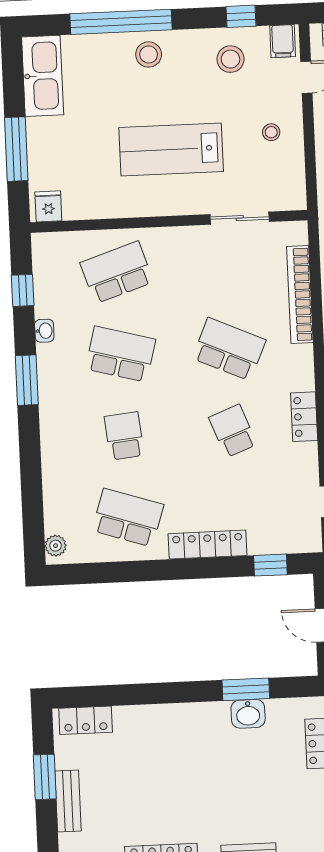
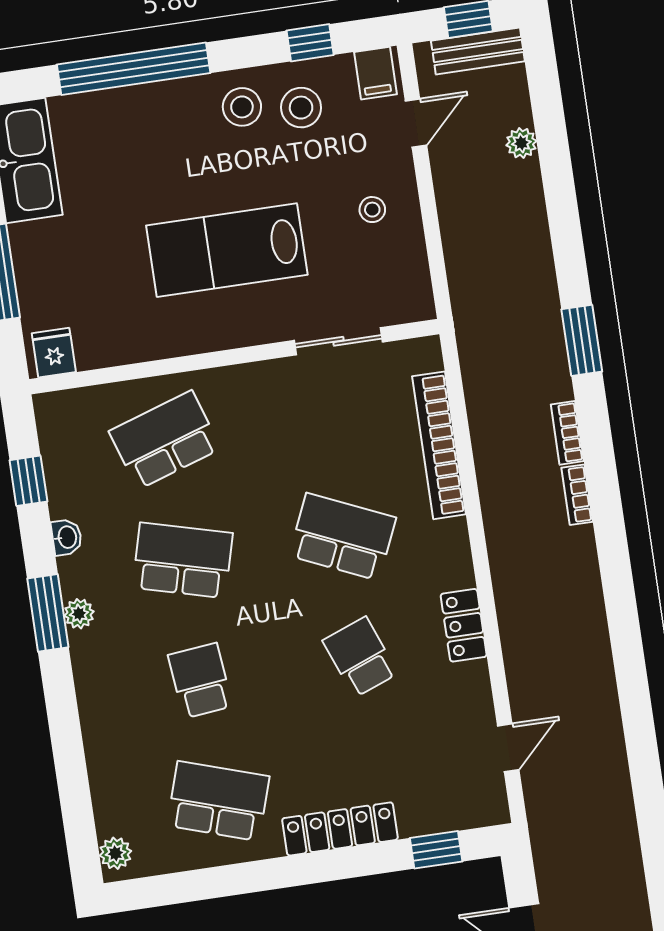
stool: (149, 54) -> (242, 107), moved
plant: (47, 383) -> (79, 614), added

